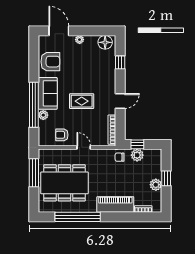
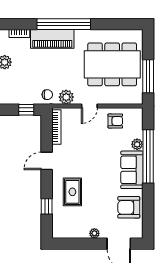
floor lamp: (105, 42) -> (64, 230), removed
rug: (82, 101) -> (72, 192), moved, turned 90
door: (84, 147) -> (89, 106), hinge flipped
plant: (137, 155) -> (66, 97), moved
window: (78, 217) -> (64, 24), moved

